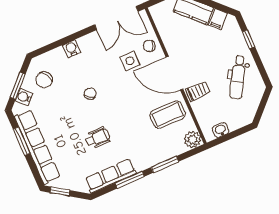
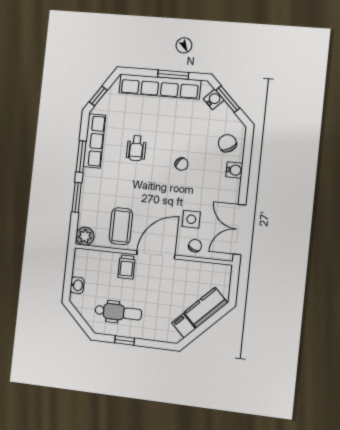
window: (248, 39) -> (125, 340), moved
dental chair: (238, 77) -> (118, 312), turned 150
chair: (44, 80) -> (227, 143), moved
washbasin: (221, 130) -> (77, 285), moved
window: (60, 191) -> (98, 96), moved

